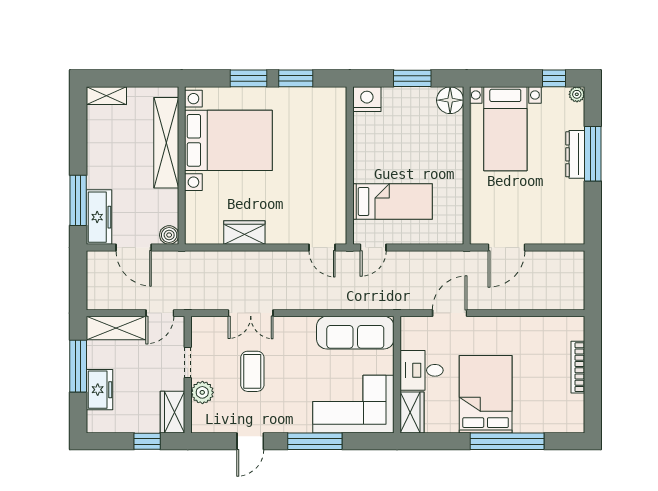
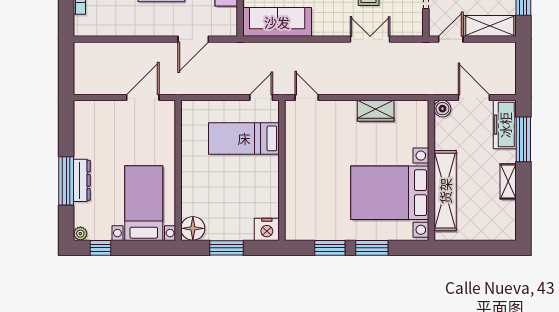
shelving: (106, 96) -> (508, 181), moved, turned 90

